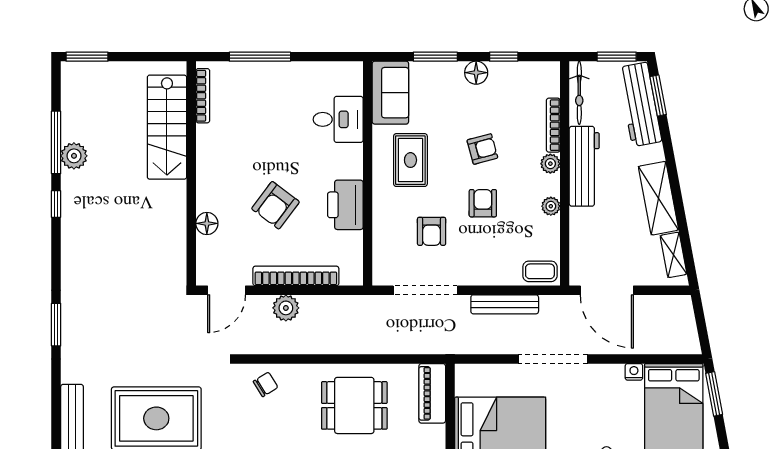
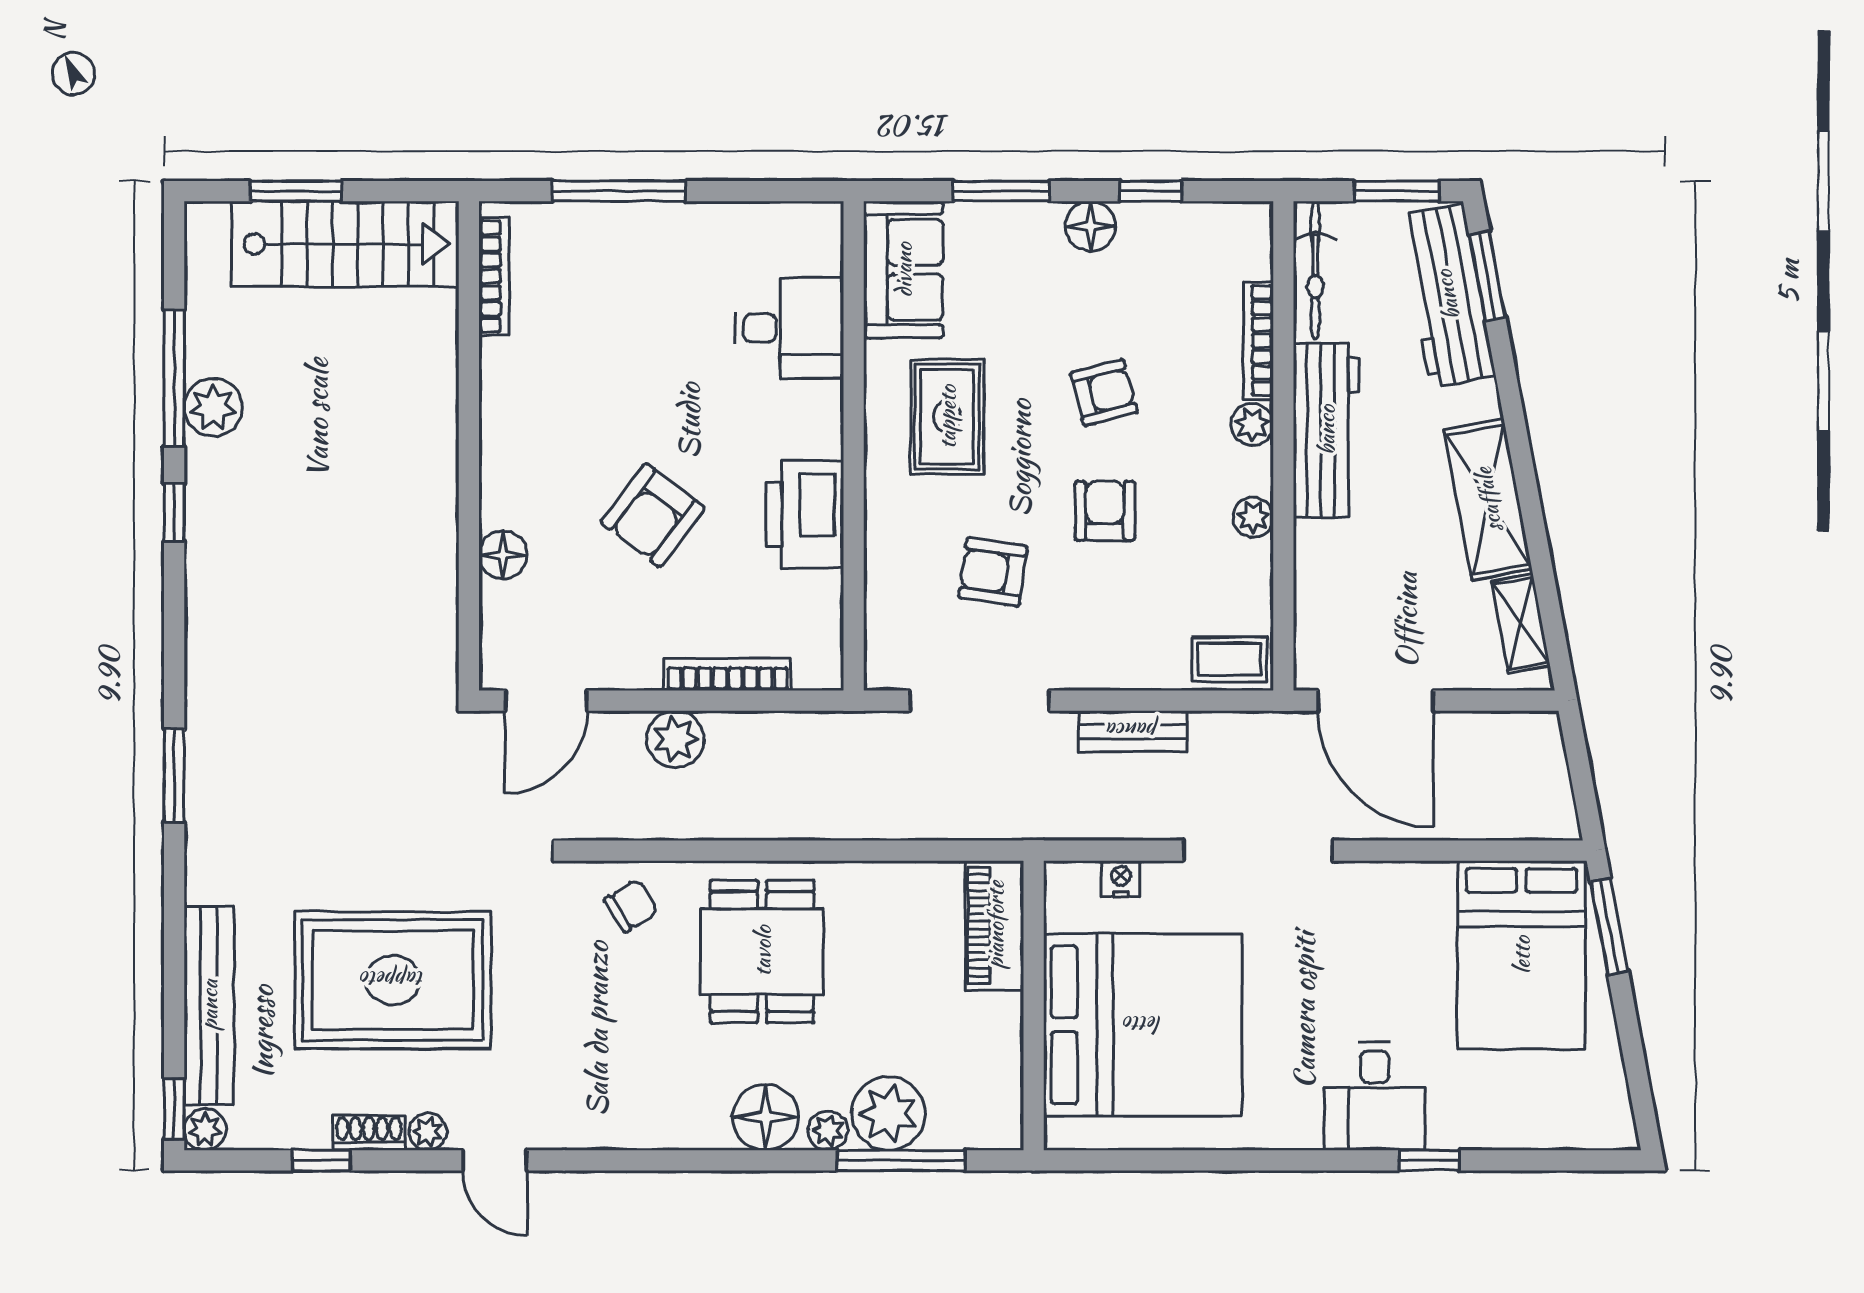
window: (87, 57) -> (296, 191), moved
stairs: (167, 127) -> (345, 244), moved, turned -90
armchair: (432, 231) -> (993, 572), turned 98
bookcase: (296, 276) -> (728, 674), width x0.68, depth x0.76
bench: (505, 304) -> (1133, 731), width x0.73
nightstand: (634, 372) -> (1121, 879), moved
dining table: (354, 405) -> (762, 951), moved, turned 90

